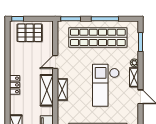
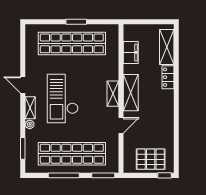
locker: (15, 85) -> (168, 77), moved
checkout: (106, 85) -> (63, 98), turned 180

